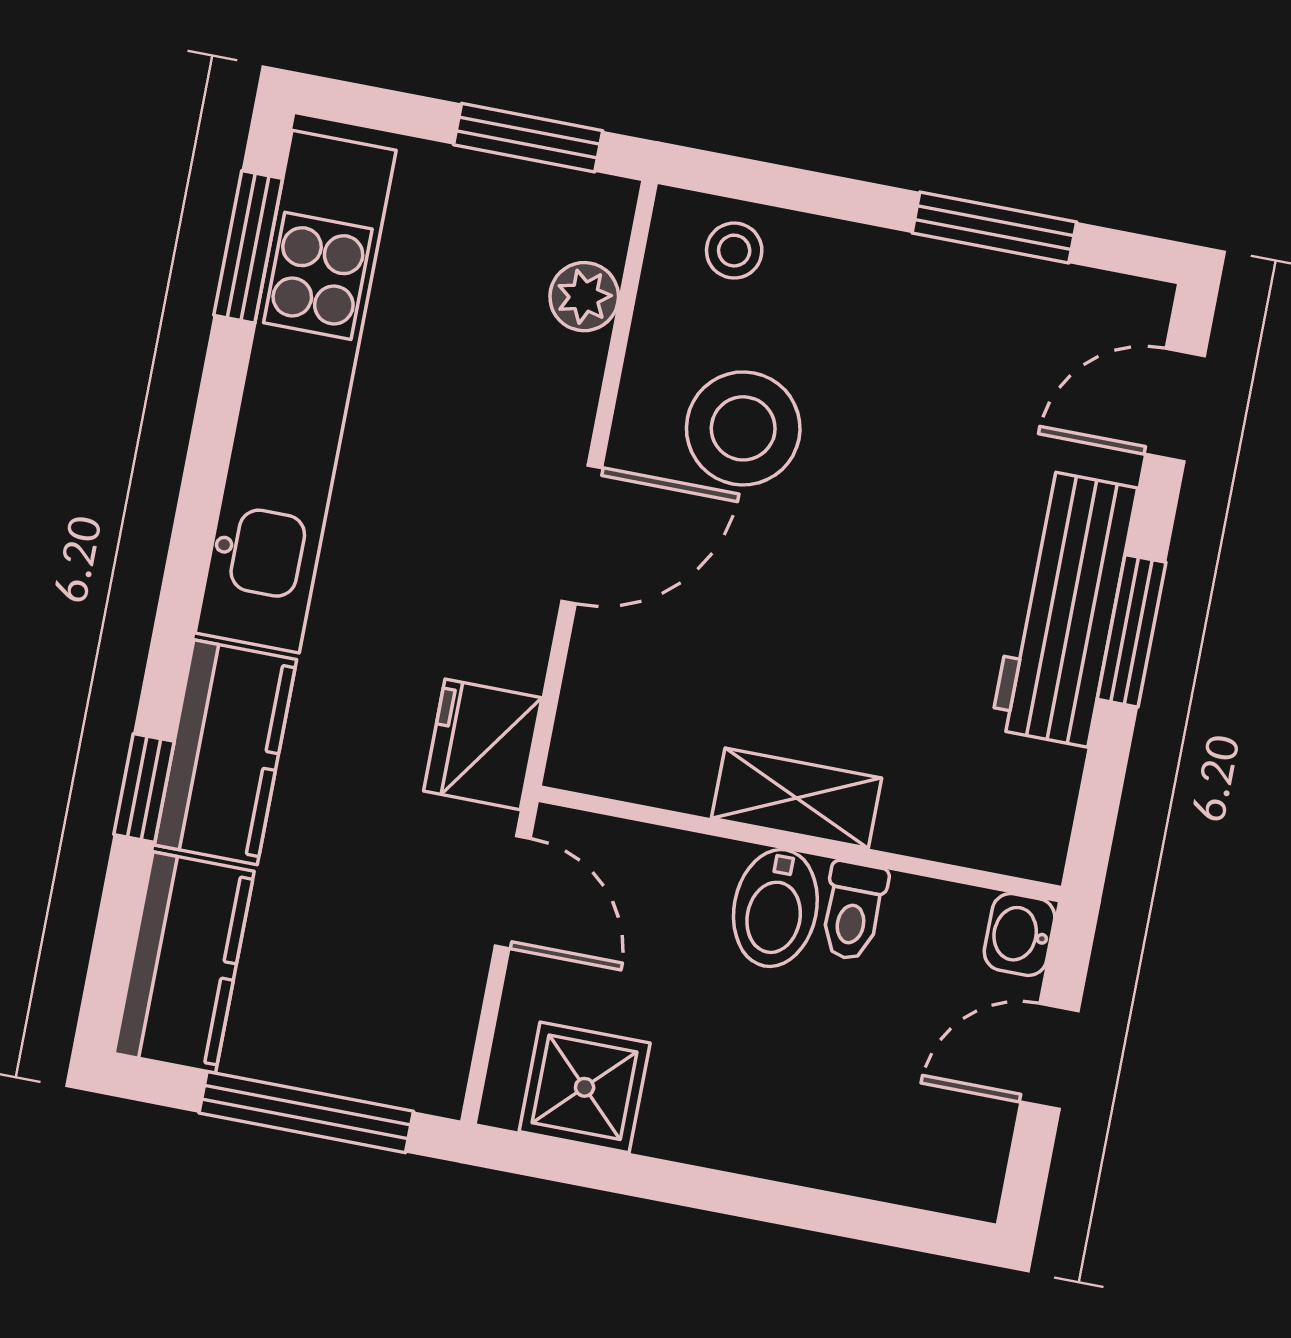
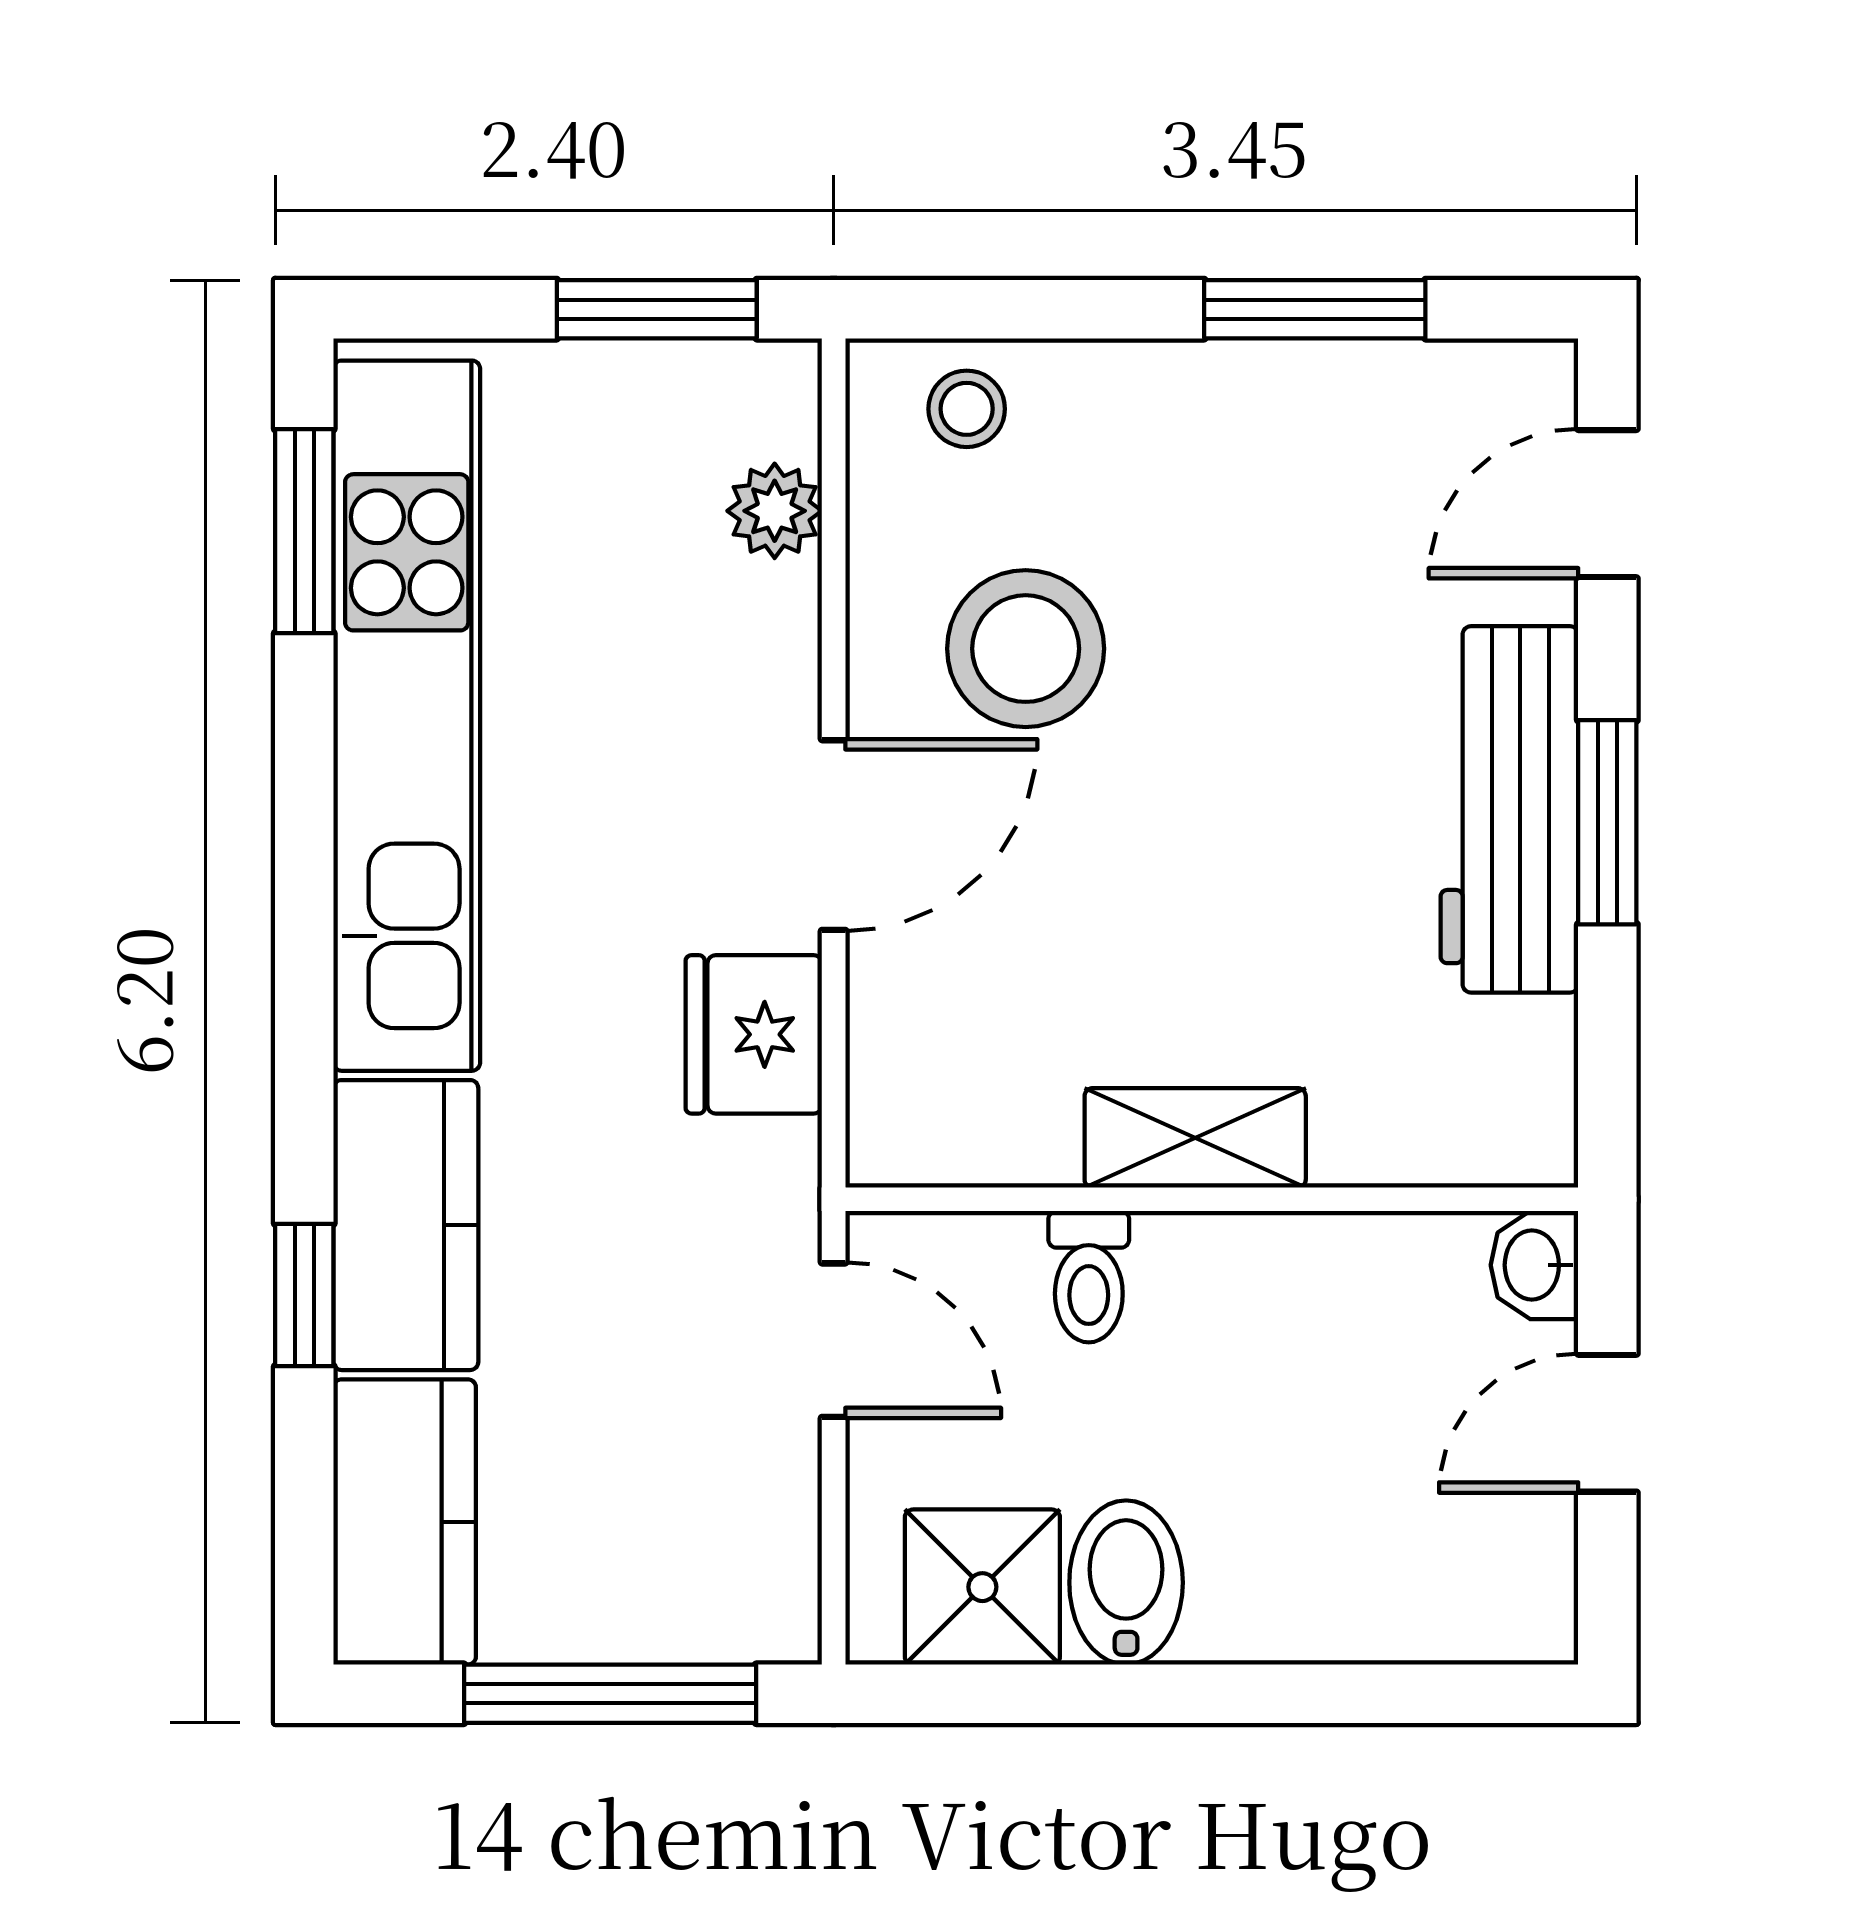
fridge: (483, 744) -> (754, 1034), moved
bidet: (775, 908) -> (1126, 1583), moved, turned 180
toilet: (853, 911) -> (1089, 1277), moved

